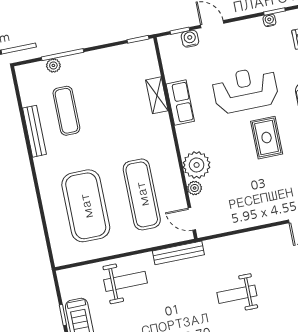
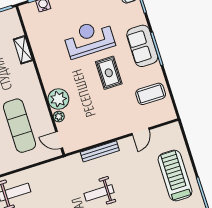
row of seats: (180, 103) -> (41, 53), removed
bench: (178, 253) -> (100, 151), moved

